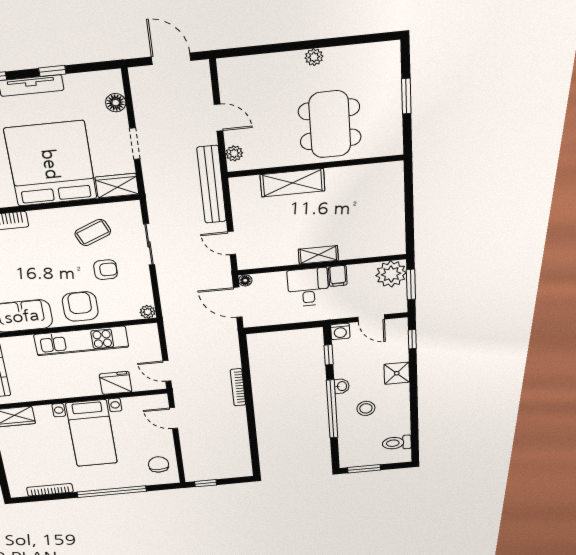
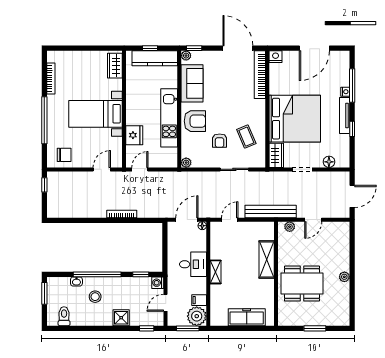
freezer: (391, 203) -> (247, 317), added
filing cabinet: (338, 276) -> (199, 300), moved
washbasin: (342, 386) -> (76, 281), moved

